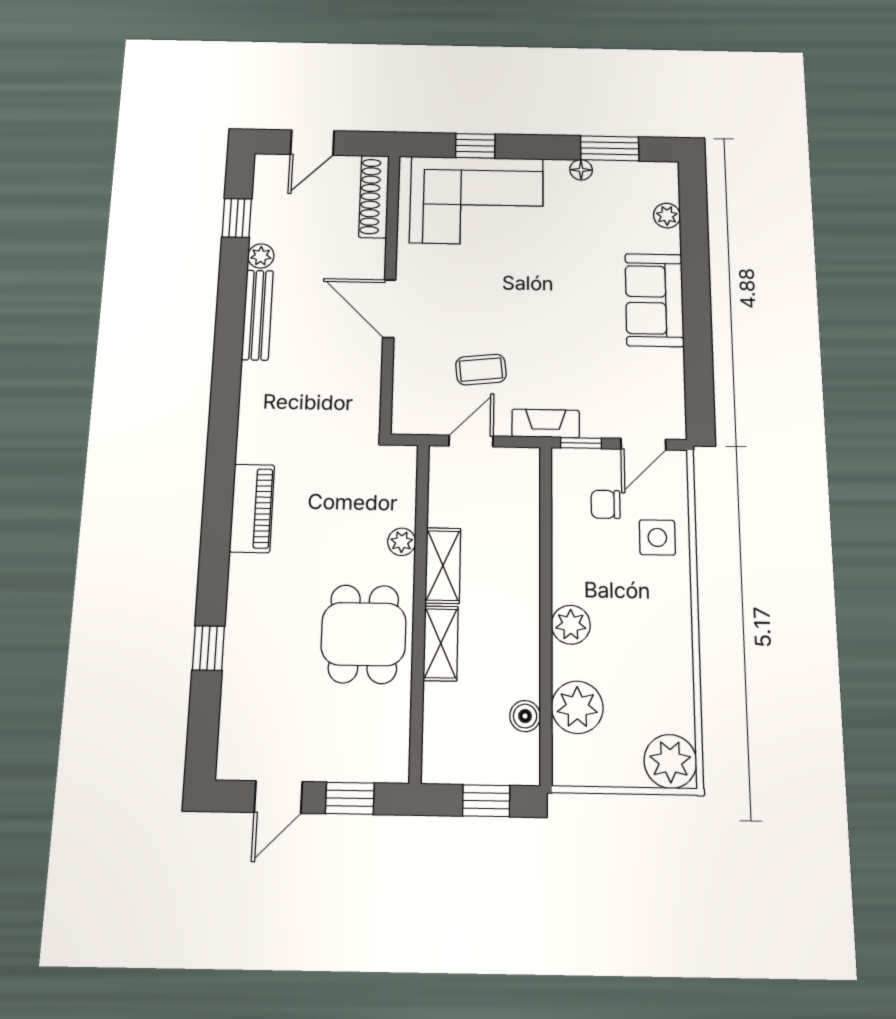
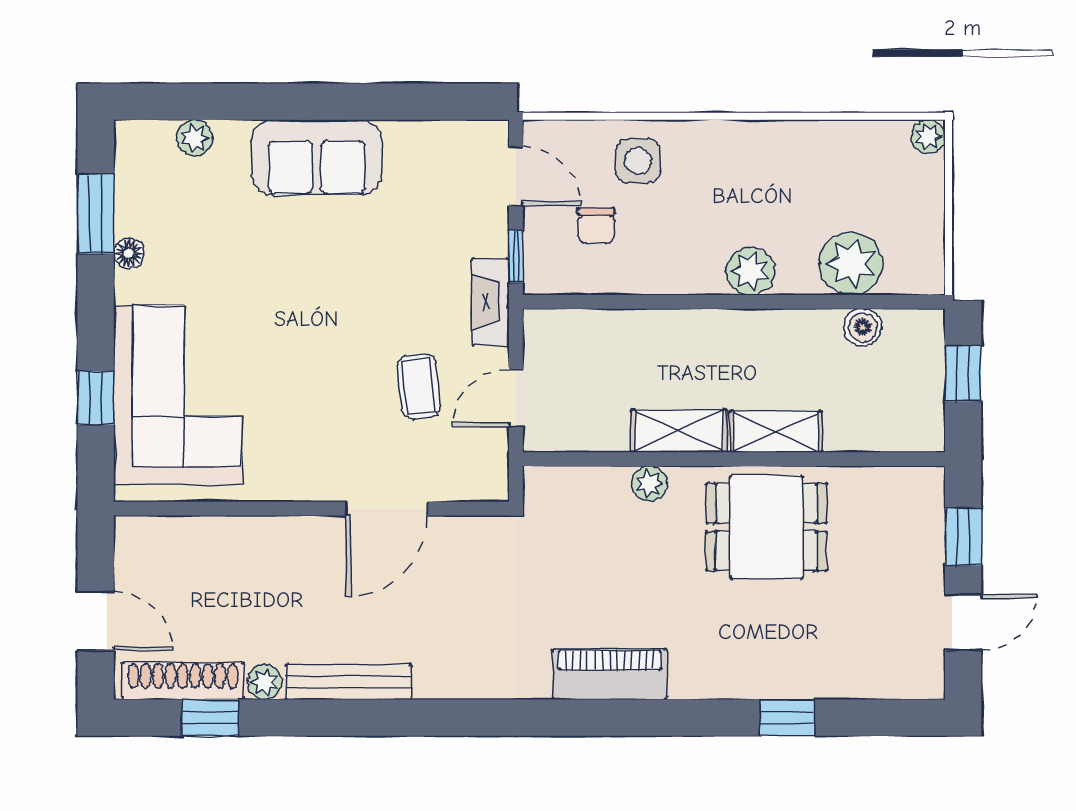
shoe rack: (374, 196) -> (183, 681), moved, turned 180
door: (389, 309) -> (387, 509), moved
door: (471, 441) -> (516, 398), hinge flipped
plant: (670, 761) -> (928, 137), width x0.53, depth x0.53
door: (278, 797) -> (963, 622), hinge flipped

